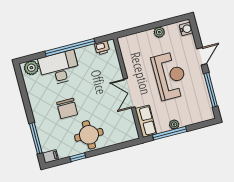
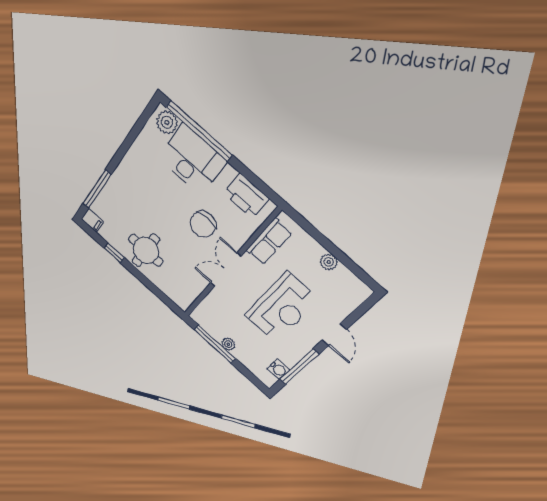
water cooler: (186, 29) -> (278, 369), moved
window: (70, 47) -> (199, 131), moved
printer: (102, 48) -> (246, 196), width x1.87, depth x1.48
door: (202, 56) -> (334, 335), hinge flipped
chair: (67, 108) -> (203, 224), moved
row of seats: (146, 121) -> (269, 242), moved

